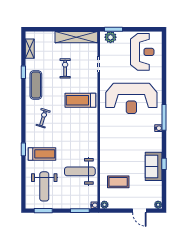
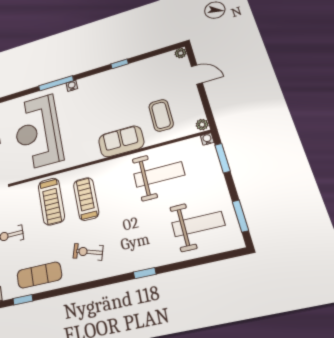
reception desk: (131, 98) -> (37, 132), turned 180
treadmill: (42, 154) -> (86, 199), moved
sofa: (154, 166) -> (121, 141), moved, turned 180
weight bench: (80, 171) -> (159, 174), turned -90
door: (139, 211) -> (197, 75), hinge flipped

